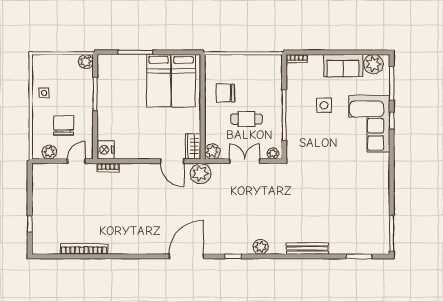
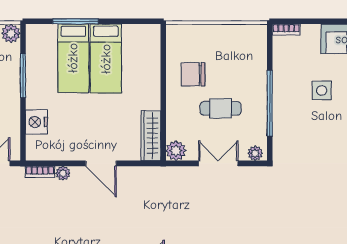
bed: (183, 81) -> (73, 58), moved
wardrobe: (193, 146) -> (151, 136), width x1.50
nightstand: (105, 150) -> (37, 122), moved
door: (172, 161) -> (101, 163), moved
plant: (200, 174) -> (63, 173), moved, width x0.53, depth x0.53

